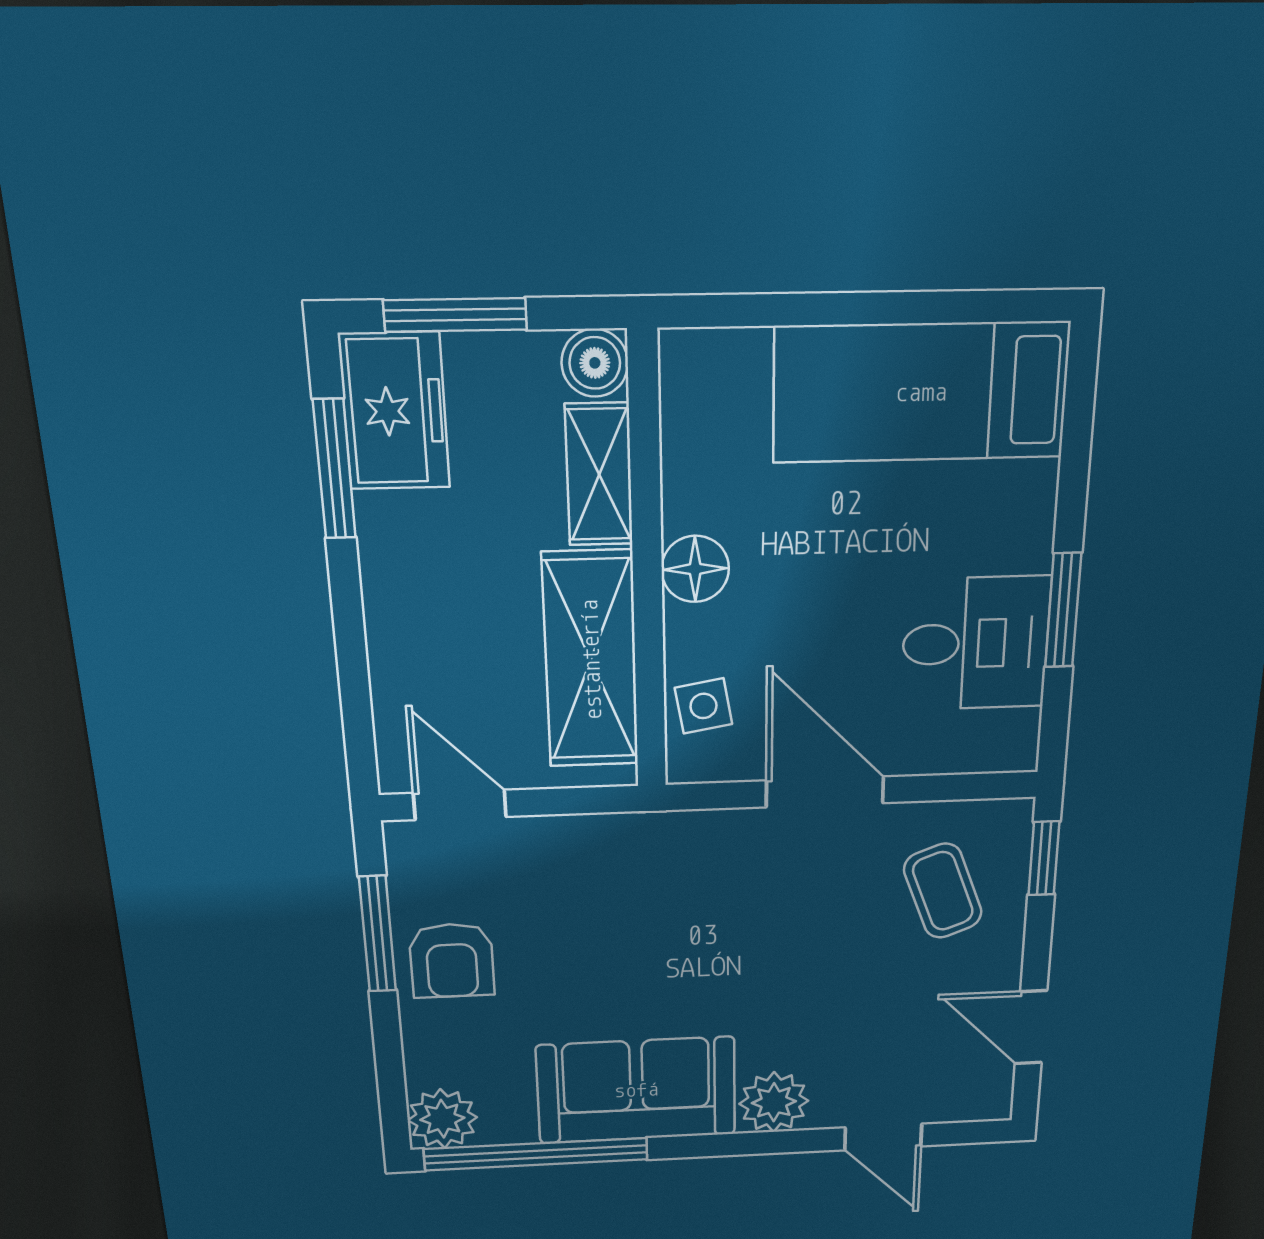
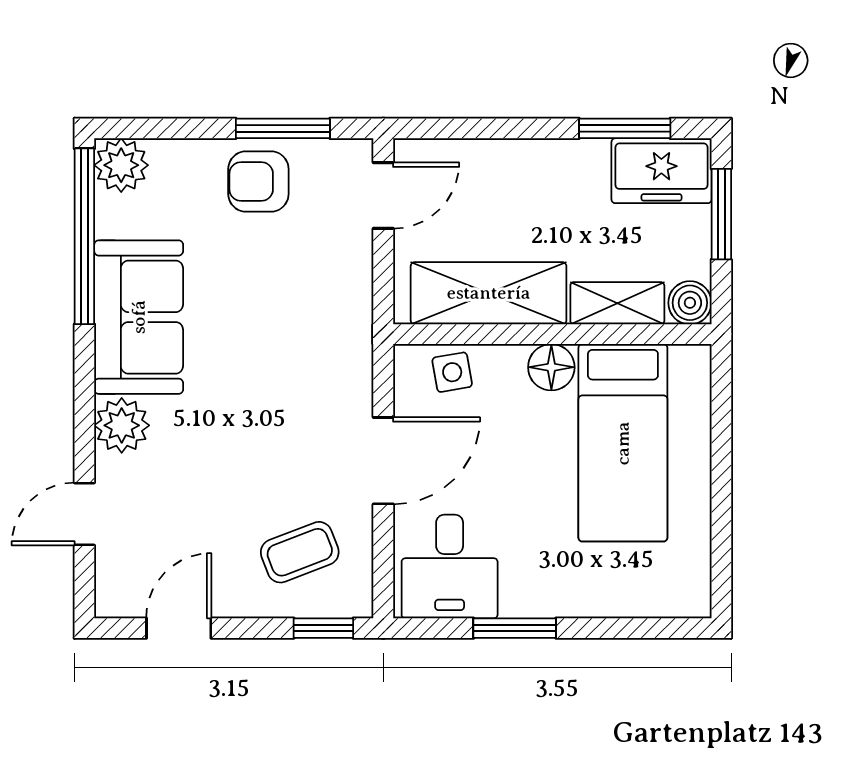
bed: (921, 392) -> (623, 443), moved, turned 180
desk: (976, 643) -> (450, 566), moved

